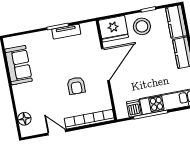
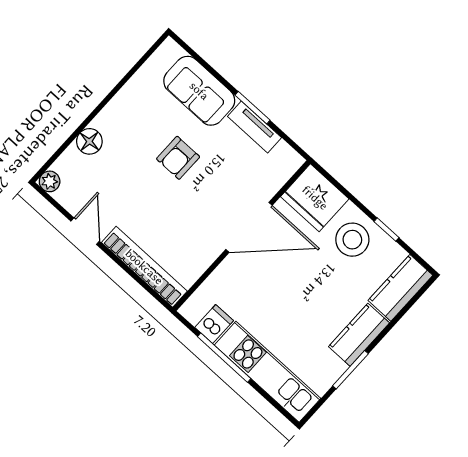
sofa: (18, 65) -> (199, 91), moved, turned 90
armchair: (76, 86) -> (178, 158), moved
floor lamp: (24, 119) -> (89, 141), moved
plant: (26, 132) -> (50, 181), added

